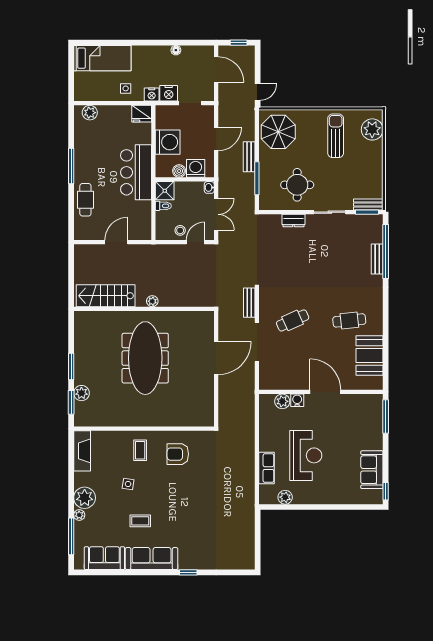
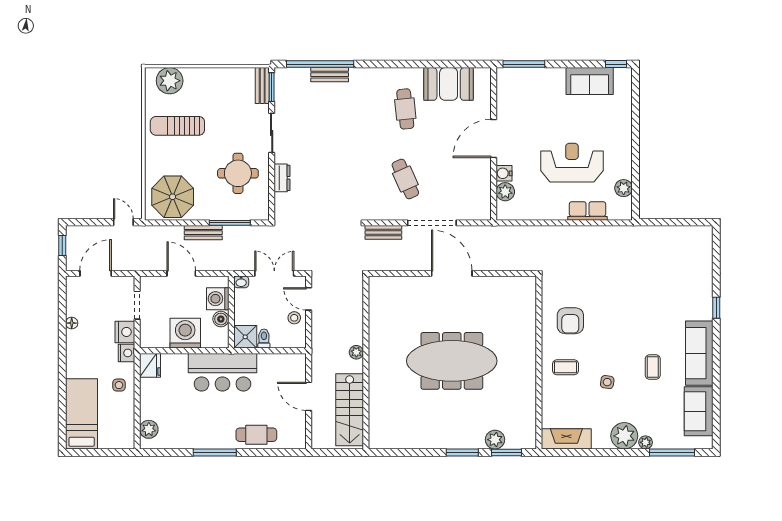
stairs: (106, 296) -> (350, 410), moved
plant: (152, 301) -> (356, 352), moved
wall: (144, 309) -> (366, 363), moved

